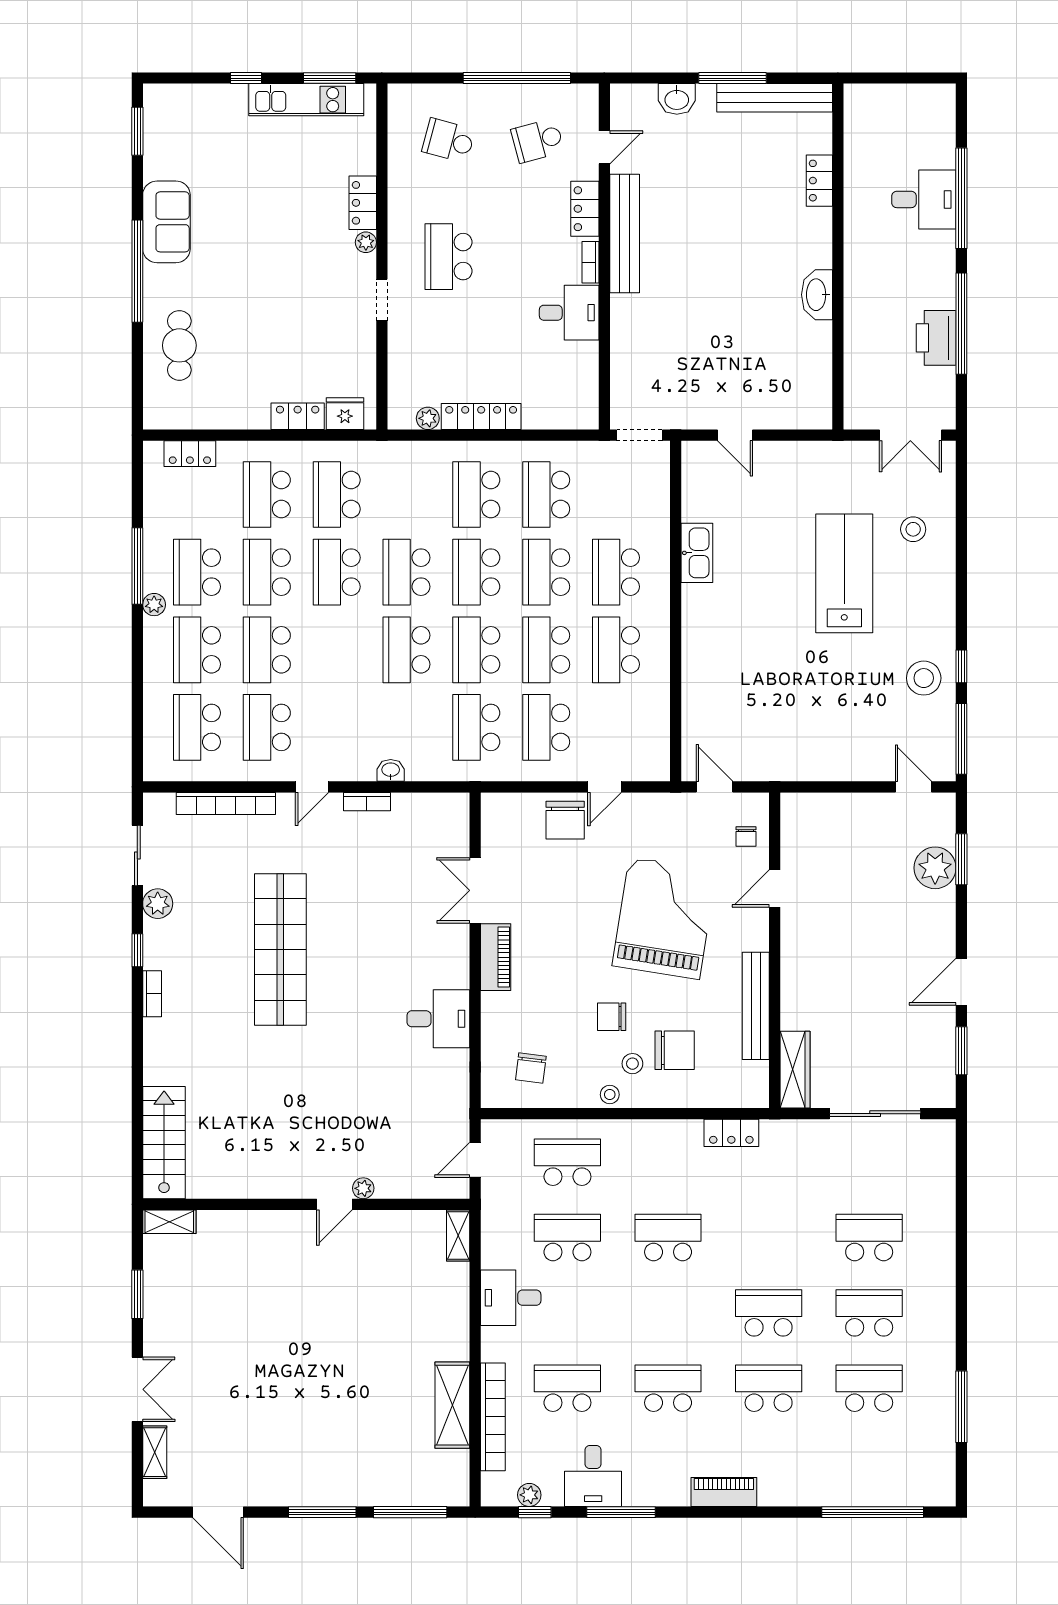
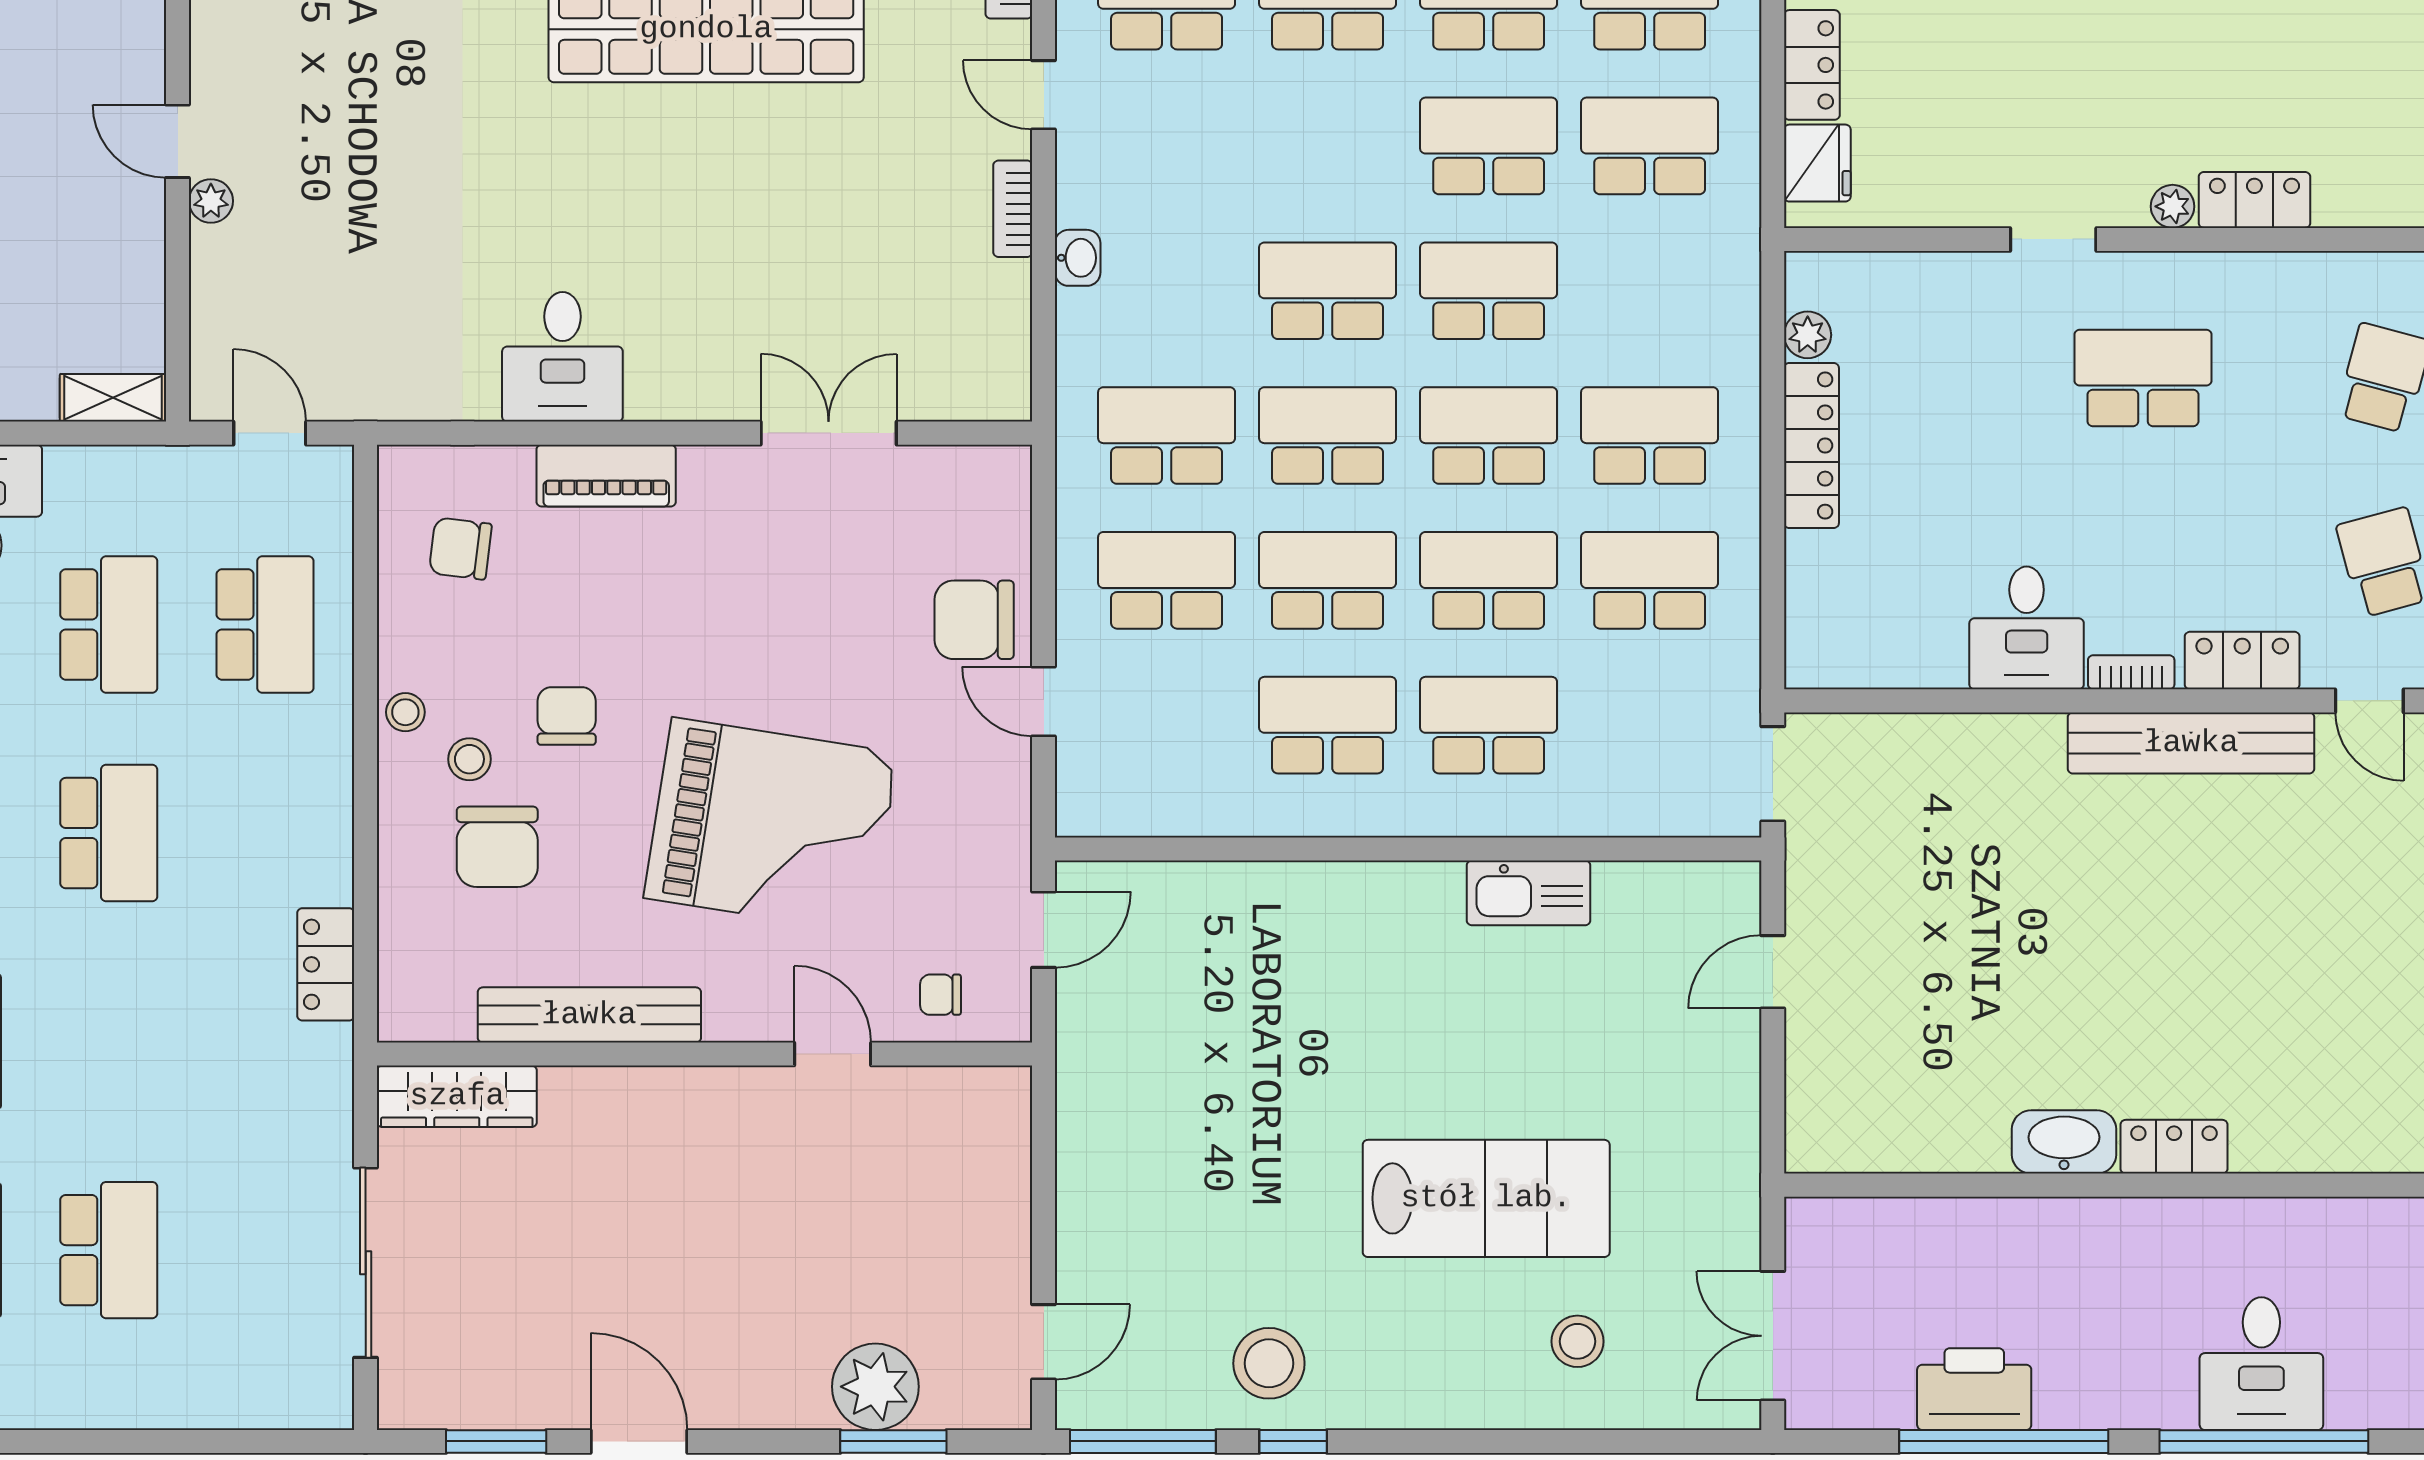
locker: (819, 181) -> (2174, 1147), moved
piano: (496, 957) -> (606, 476), moved

